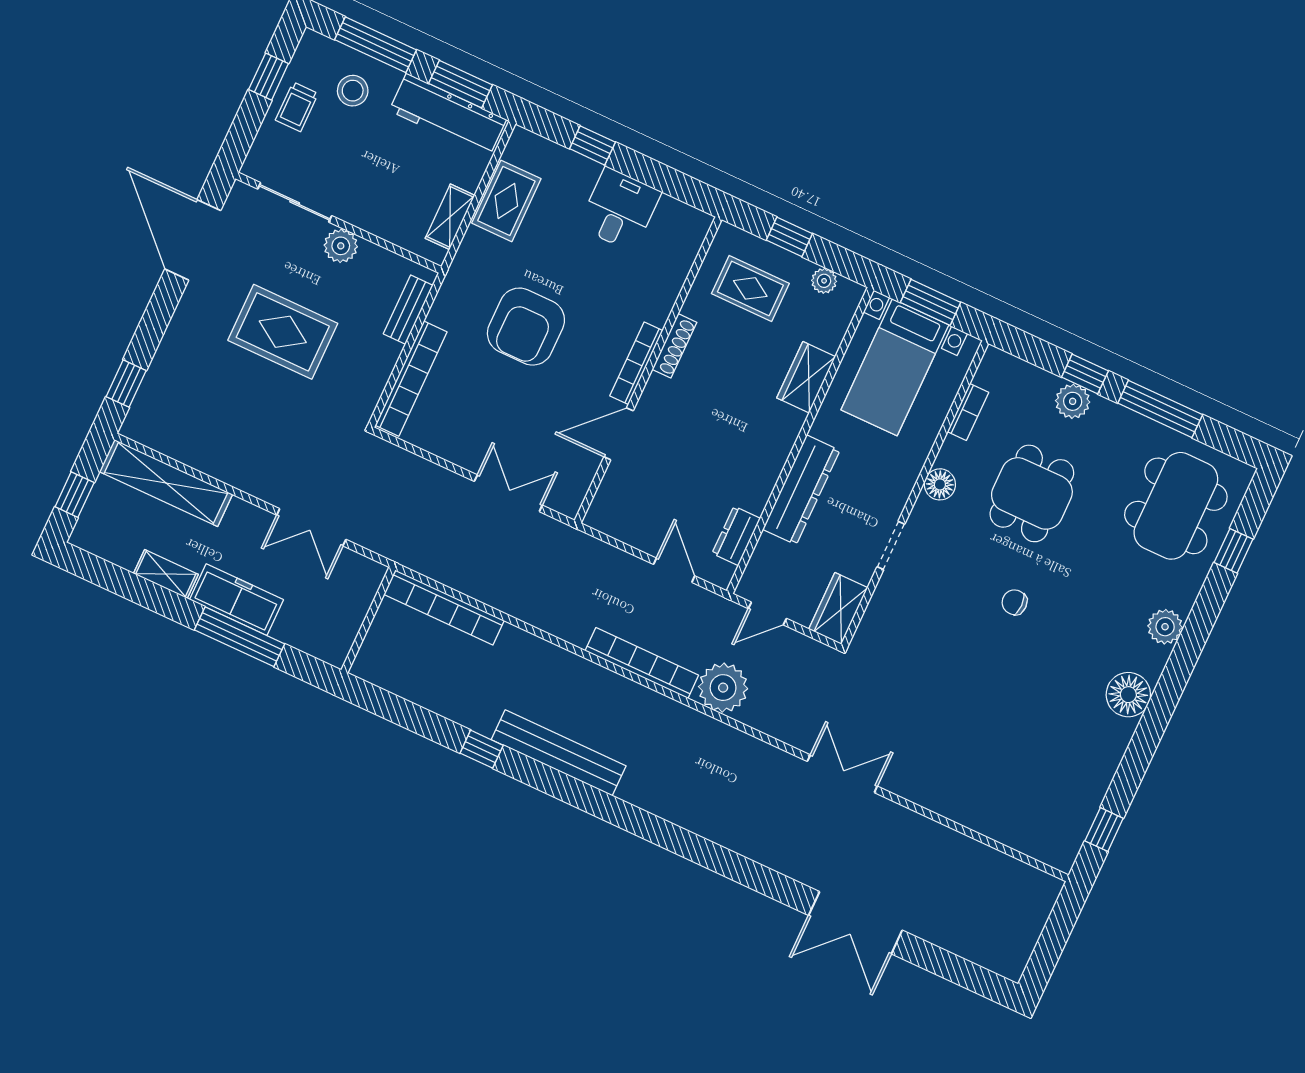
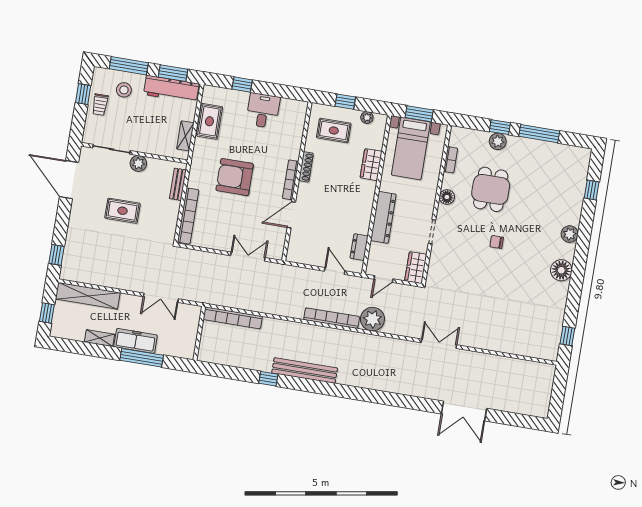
armchair: (526, 327) -> (235, 177), turned 90
rug: (283, 332) -> (123, 211), width x0.73, depth x0.70
dining table: (1176, 506) -> (559, 177), removed

